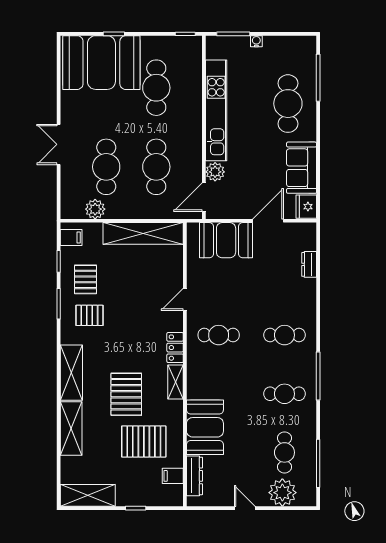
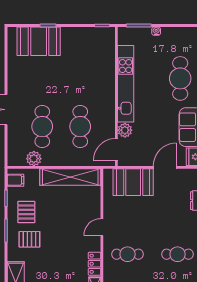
booth: (101, 63) -> (39, 41), width x0.73, depth x0.70
cafe table: (156, 88) -> (80, 66), removed

